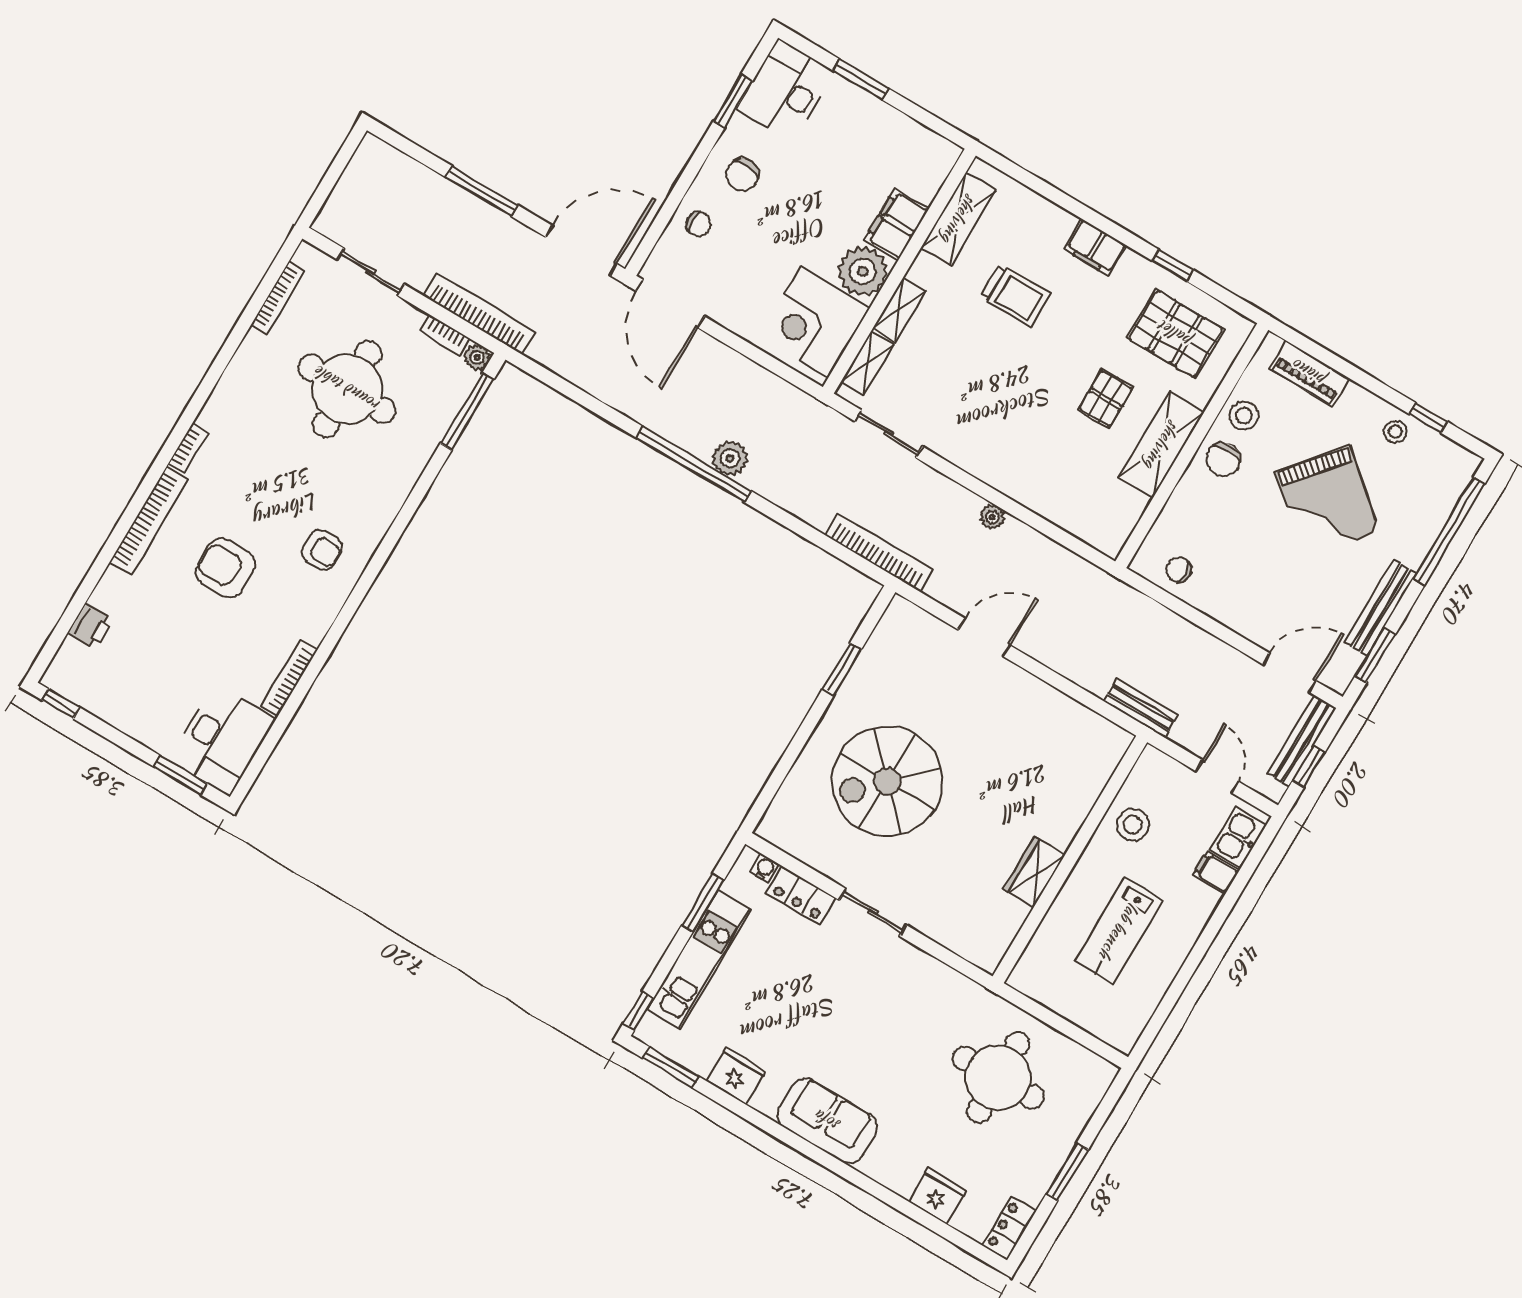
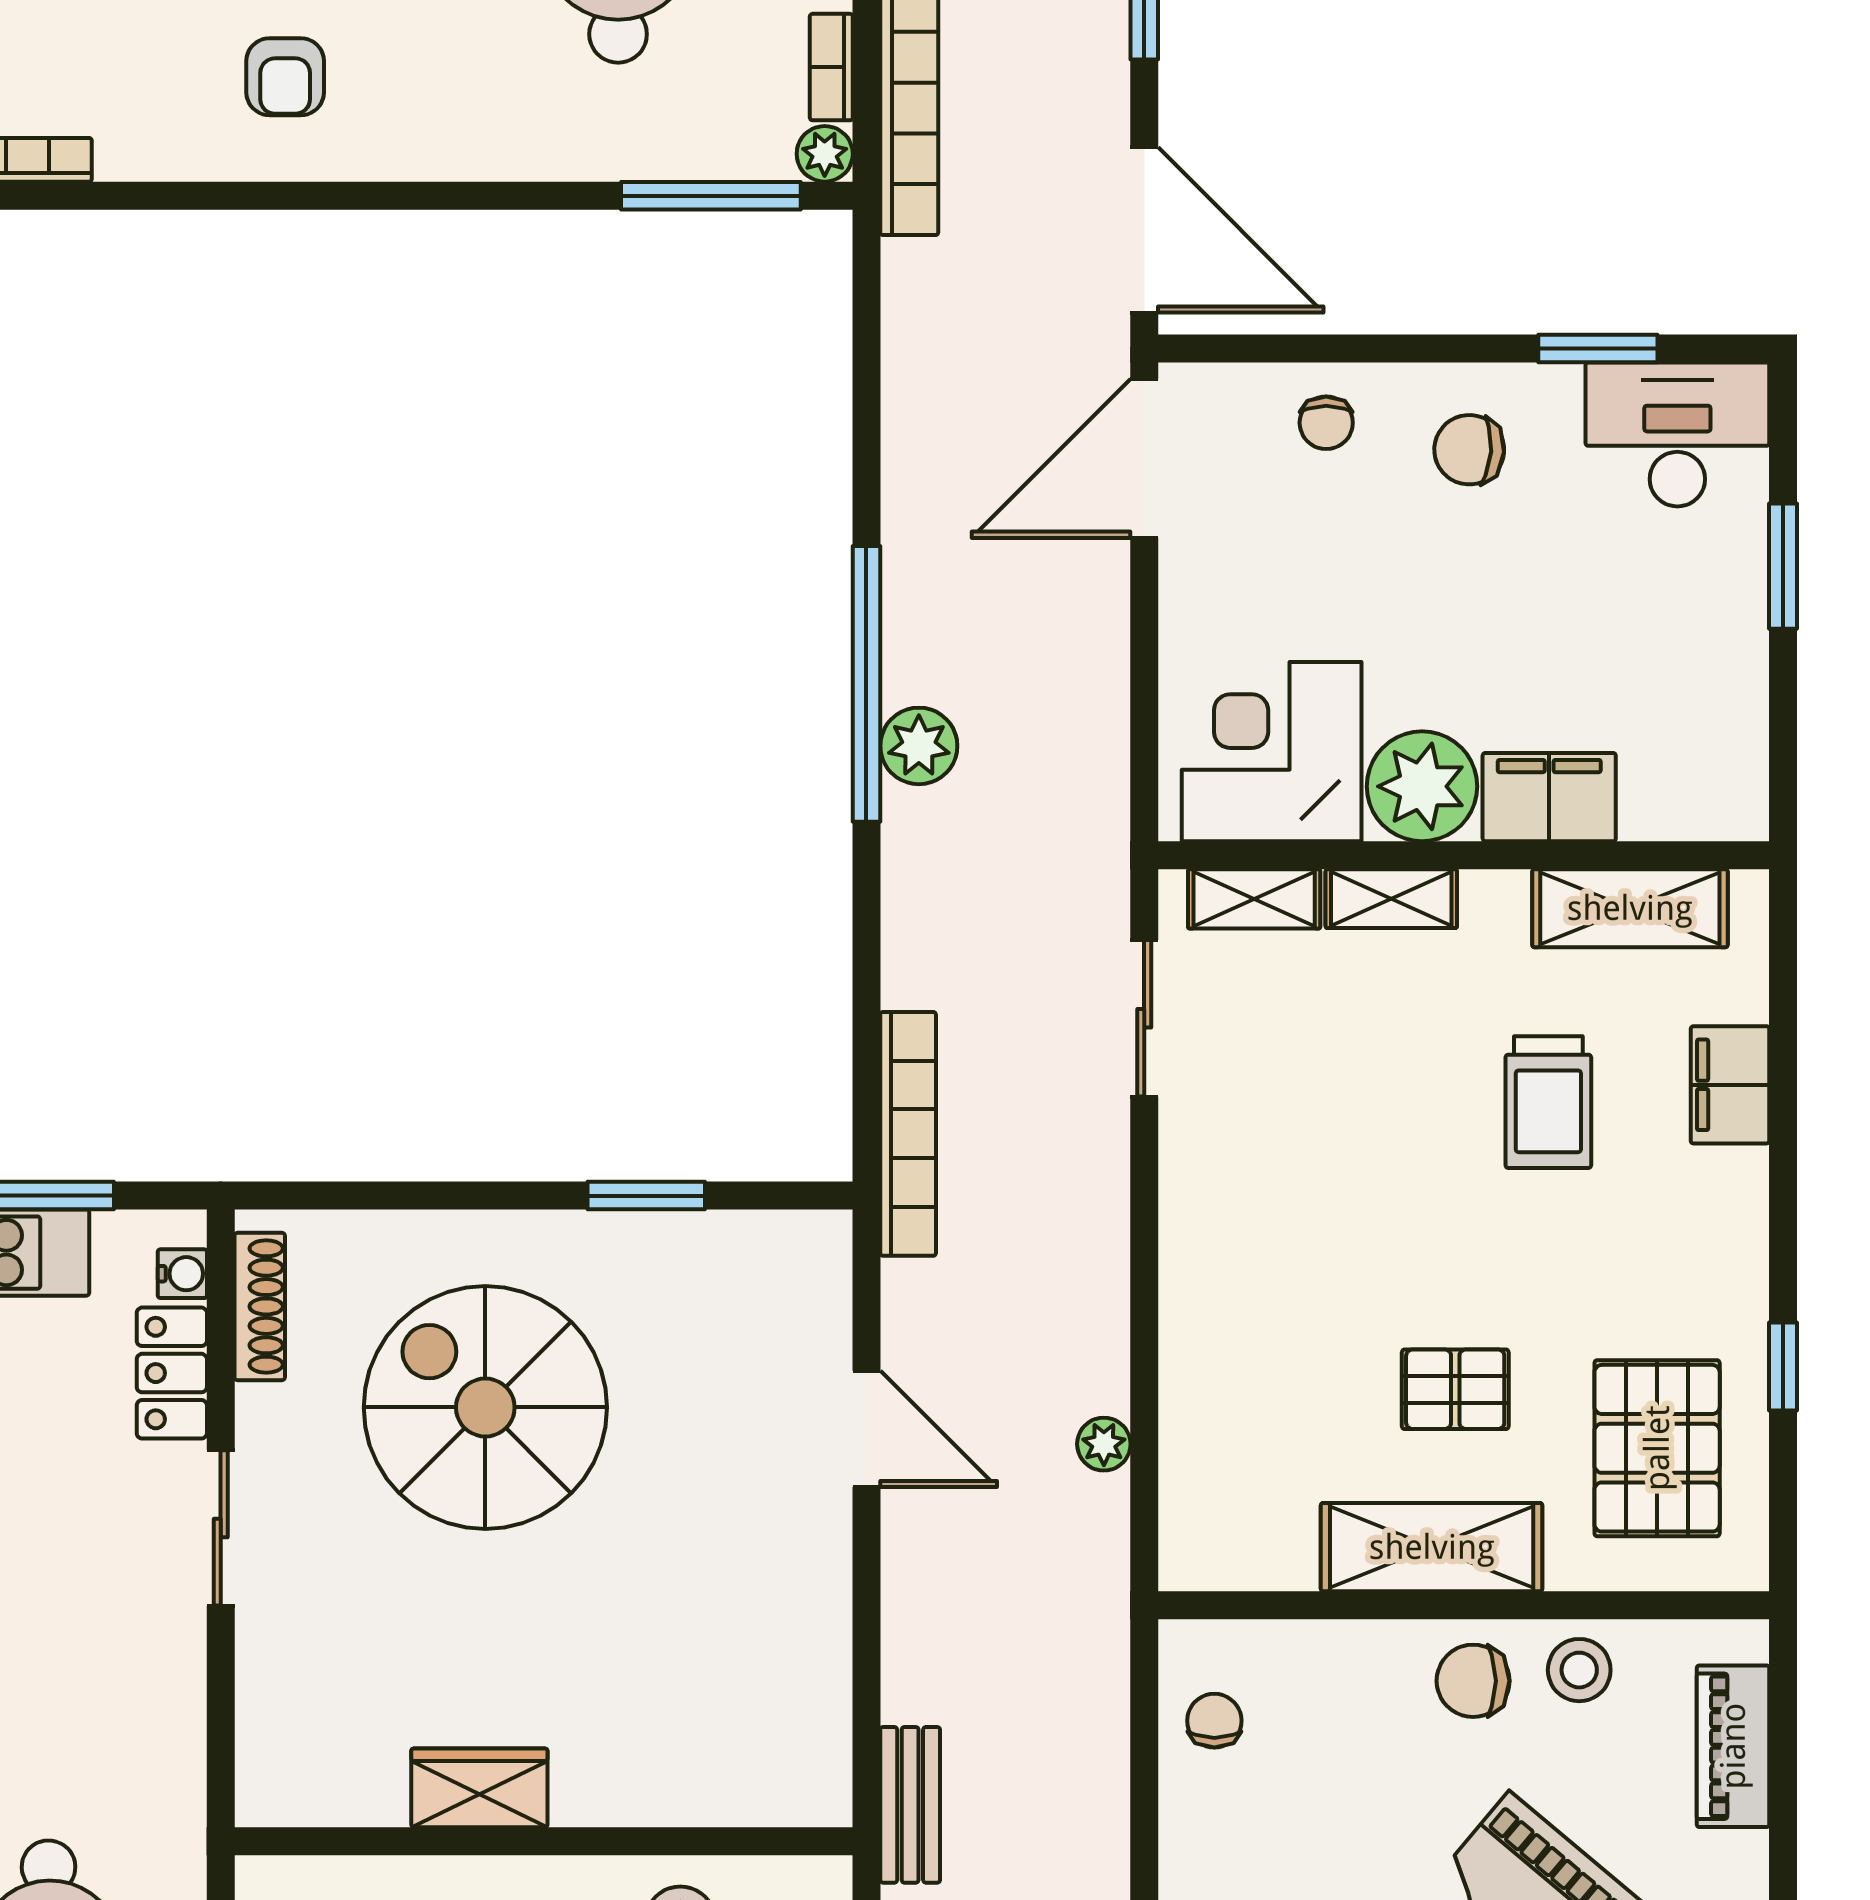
filing cabinet: (1095, 247) -> (1730, 1085), moved
plant: (992, 517) -> (1104, 1444), moved
shoe rack: (795, 846) -> (260, 1306), added

